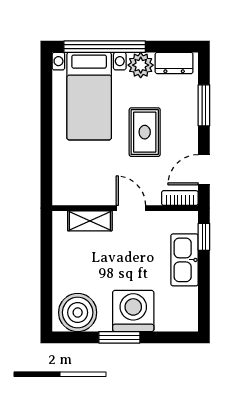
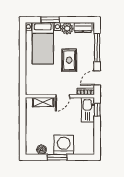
window: (105, 47) -> (50, 20), width x0.47
window: (204, 105) -> (97, 48), width x1.44
door: (131, 208) -> (63, 96), swing flipped
kitchen sink: (185, 260) -> (88, 110), moved
boiler: (78, 312) -> (42, 150), width x0.54, depth x0.54

